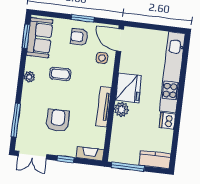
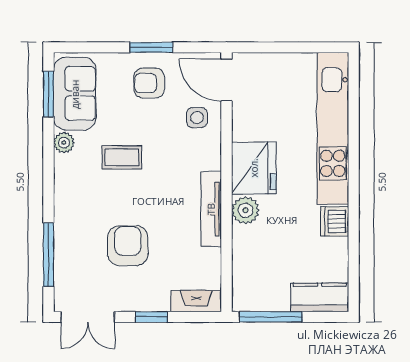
plant: (29, 77) -> (64, 143), moved

